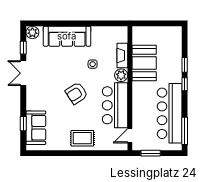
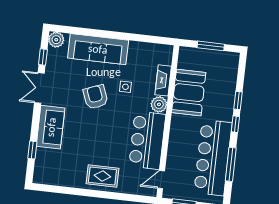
window: (158, 23) -> (211, 46), added
armchair: (77, 93) -> (96, 97), moved, turned 102
sofa: (36, 128) -> (51, 127), moved
window: (185, 131) -> (231, 164), moved

